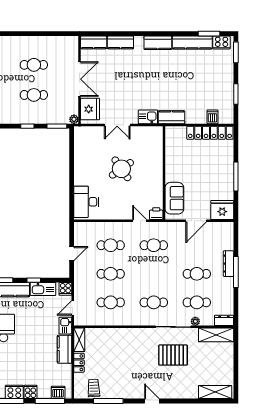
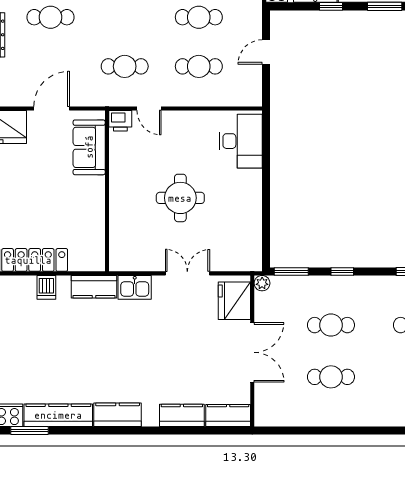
double door: (80, 79) -> (252, 352), swing flipped
dishwasher: (212, 117) -> (46, 287), moved
round table: (121, 169) -> (180, 198), turned 35

